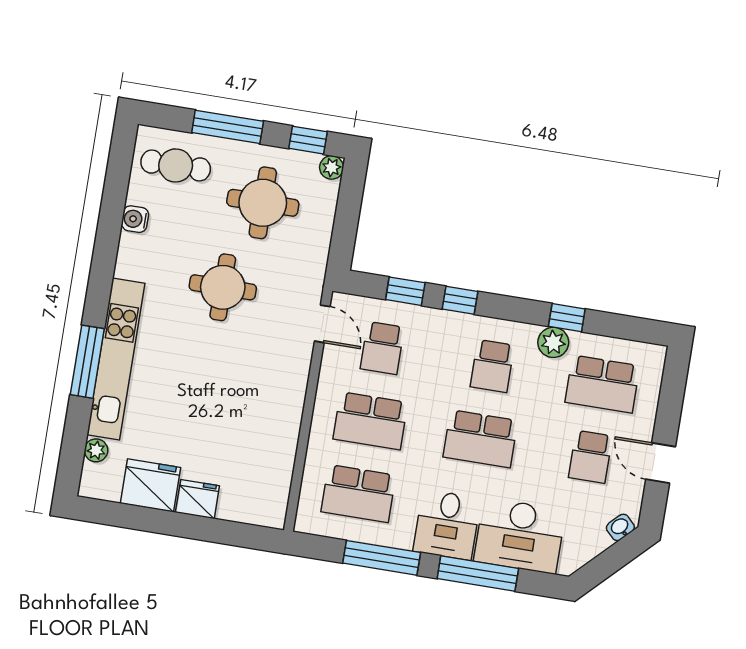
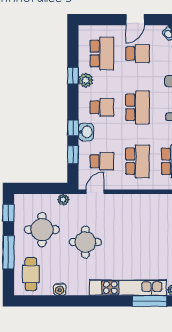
plant: (332, 167) -> (63, 200), moved
washbasin: (448, 325) -> (86, 132), added
window: (87, 362) -> (150, 301), moved

